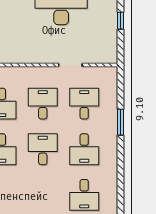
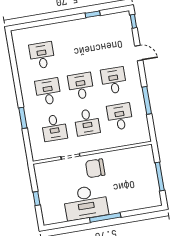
chair: (42, 46) -> (95, 168), added
desk: (43, 149) -> (81, 86), turned 180

